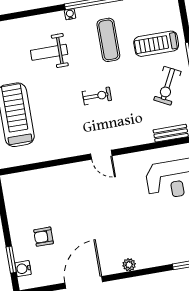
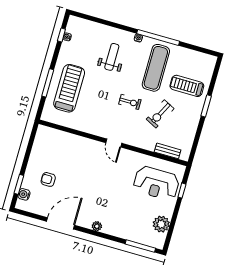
exercise mat: (108, 40) -> (156, 68), width x1.36, depth x1.45
weight bench: (49, 52) -> (112, 57), turned 90
exercise bike: (167, 86) -> (160, 114), moved

